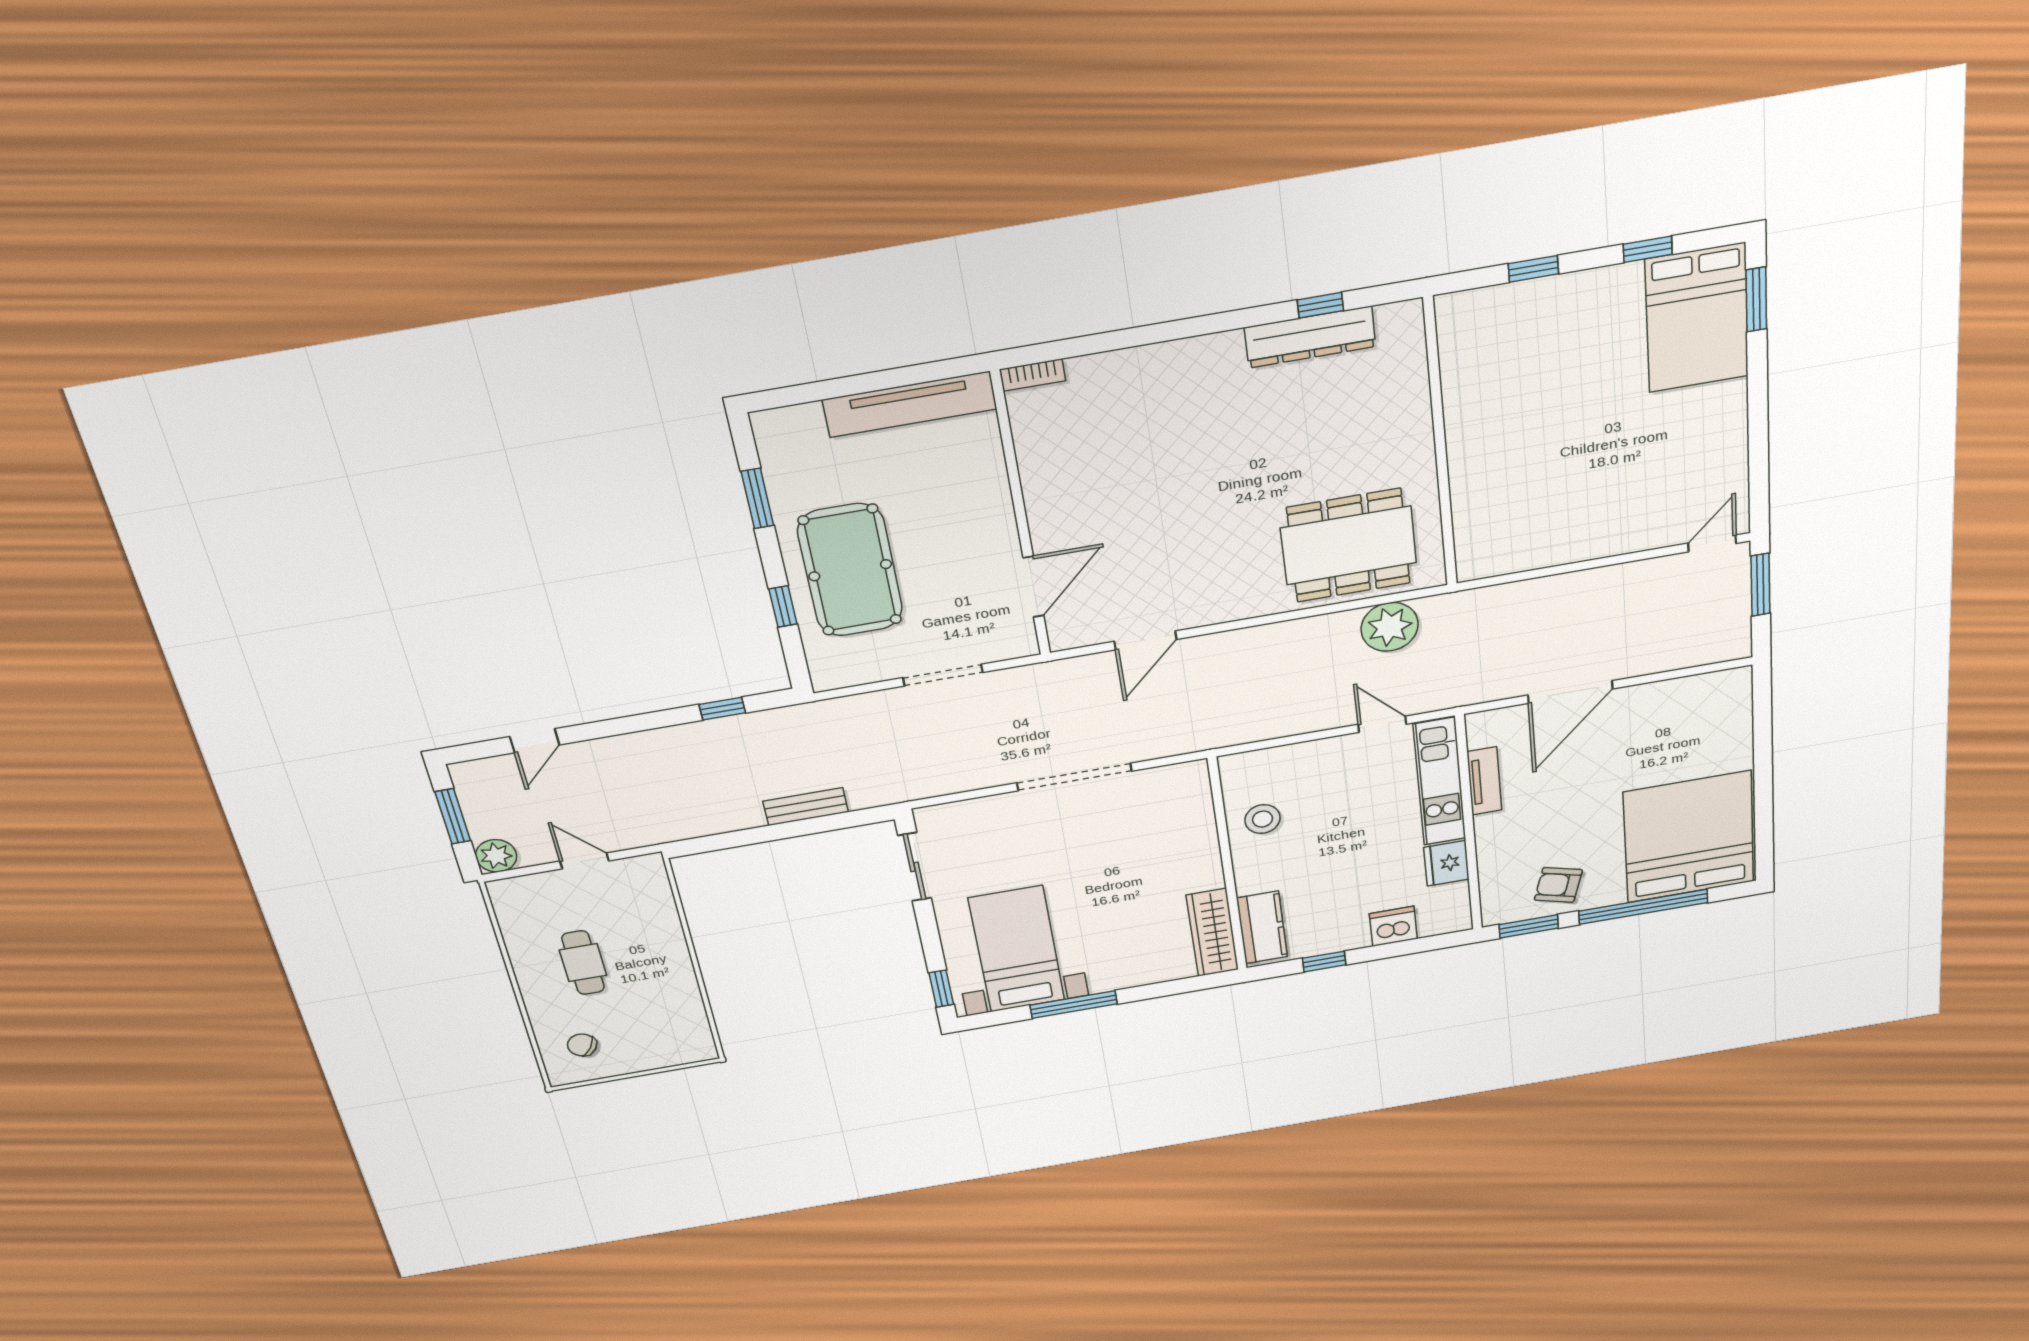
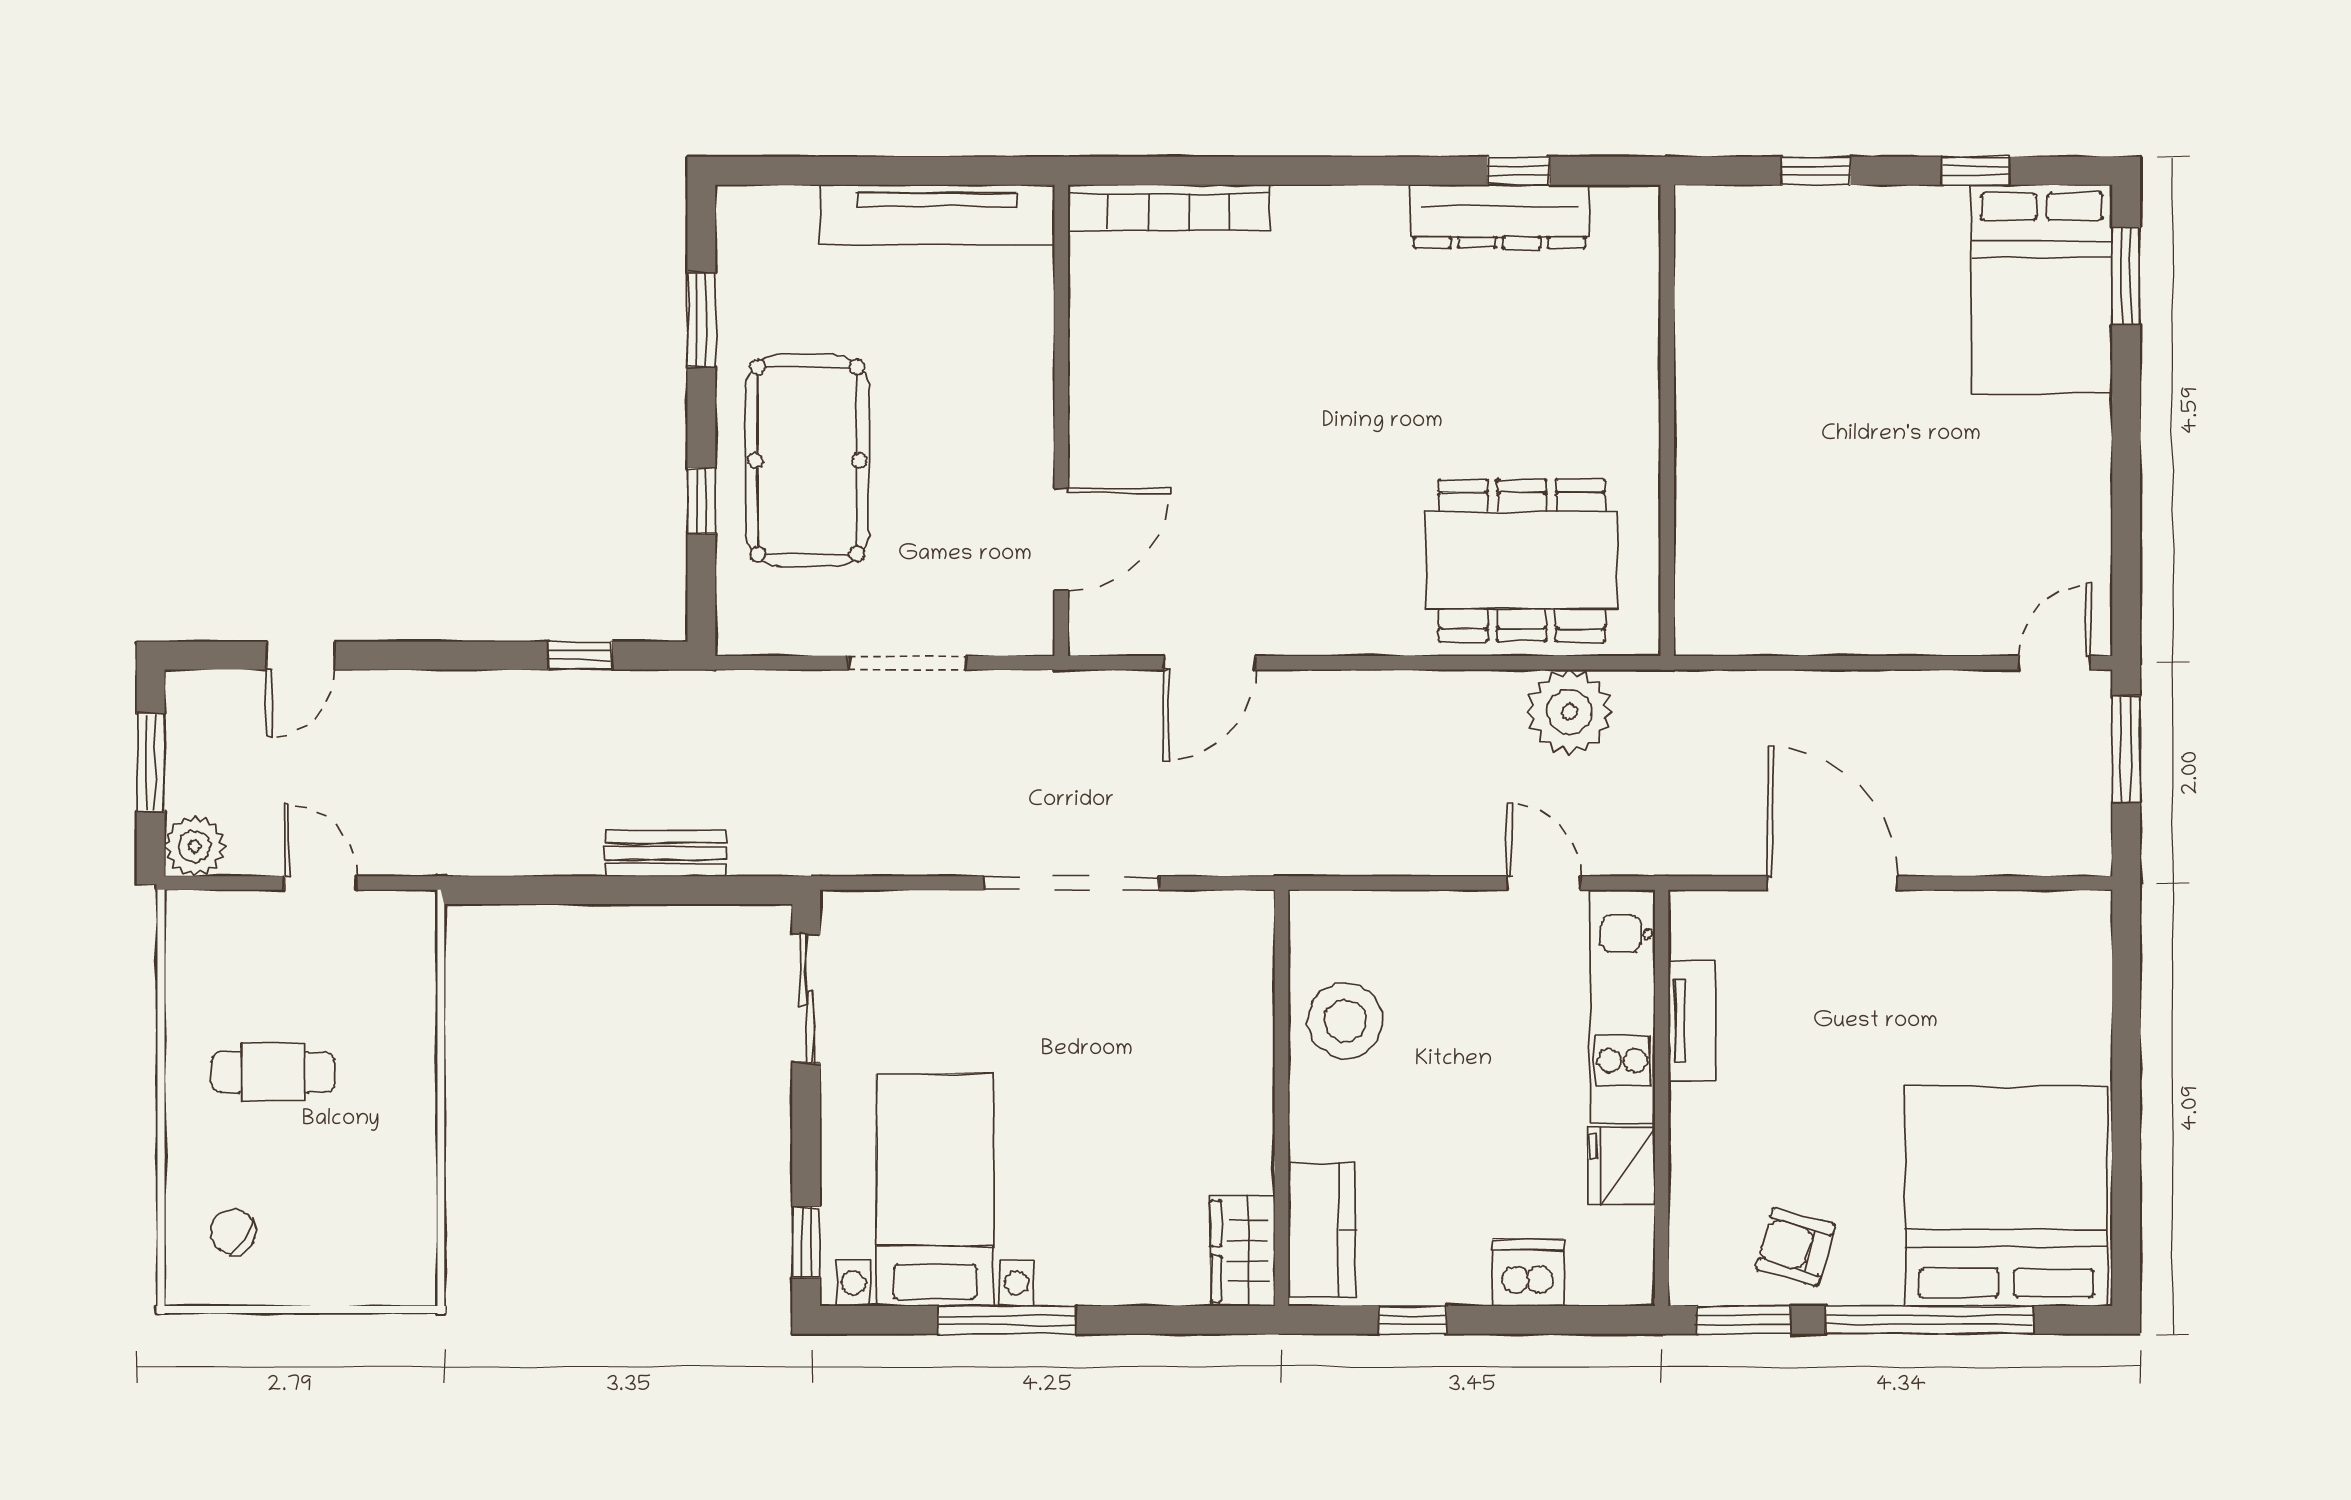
bookcase: (1033, 375) -> (1169, 207), width x2.31, depth x1.31
door: (1570, 692) -> (1832, 883), swing flipped
stool: (1263, 819) -> (1345, 1021), width x1.38, depth x1.38
wardrobe: (1212, 933) -> (1243, 1251), width x0.67
cafe table: (583, 963) -> (273, 1072), turned 90

